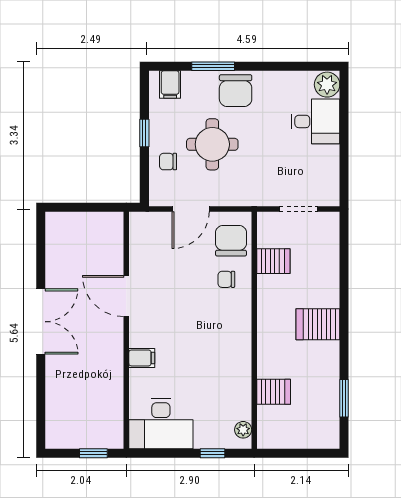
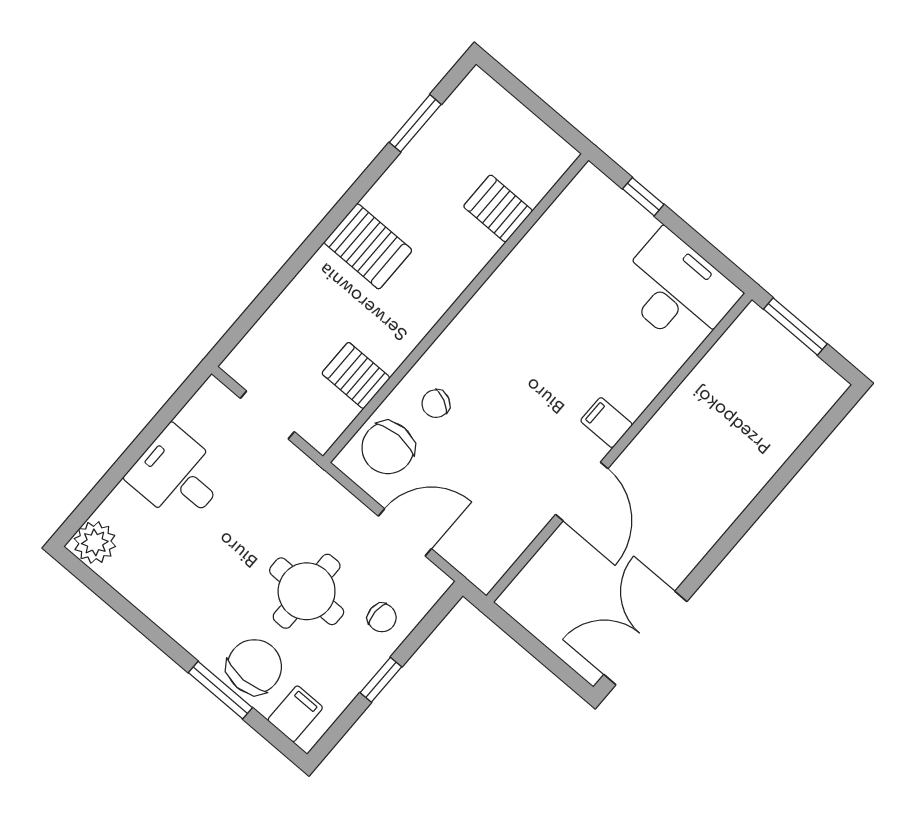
chair: (236, 91) -> (254, 667), moved
desk: (315, 121) -> (178, 476), moved
chair: (226, 279) -> (436, 404), turned 116
double door: (41, 322) -> (645, 638), moved
filing cabinet: (142, 358) -> (606, 423), moved
plant: (243, 430) -> (579, 193), removed
window: (93, 453) -> (795, 327), width x1.50

